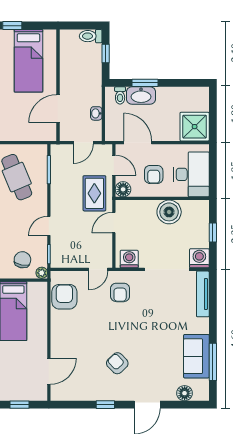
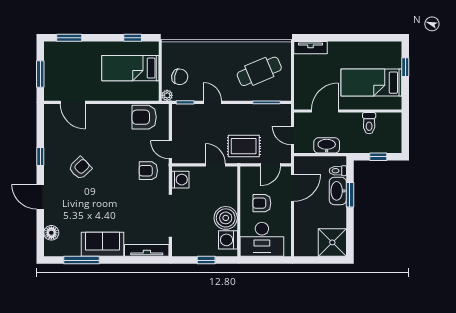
toilet: (91, 36) -> (369, 123), moved, turned 180
door: (58, 109) -> (325, 111), hinge flipped
washbasin: (96, 113) -> (327, 145), width x1.91, depth x1.45
shower: (195, 127) -> (332, 242), moved
floor lamp: (123, 189) -> (248, 174), removed
washing machine: (199, 258) -> (228, 240), moved, turned 180
armchair: (64, 297) -> (144, 117), turned 180
sofa: (196, 356) -> (102, 244), moved
window: (19, 405) -> (40, 74), width x1.50

